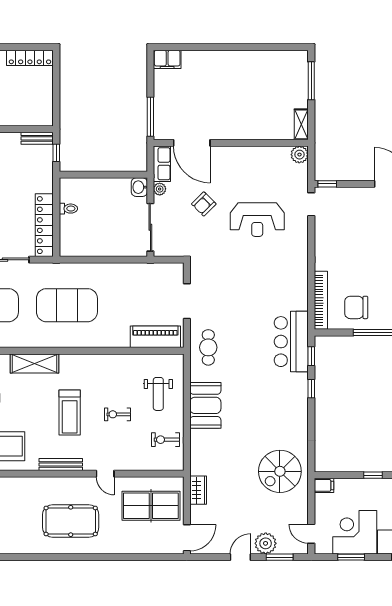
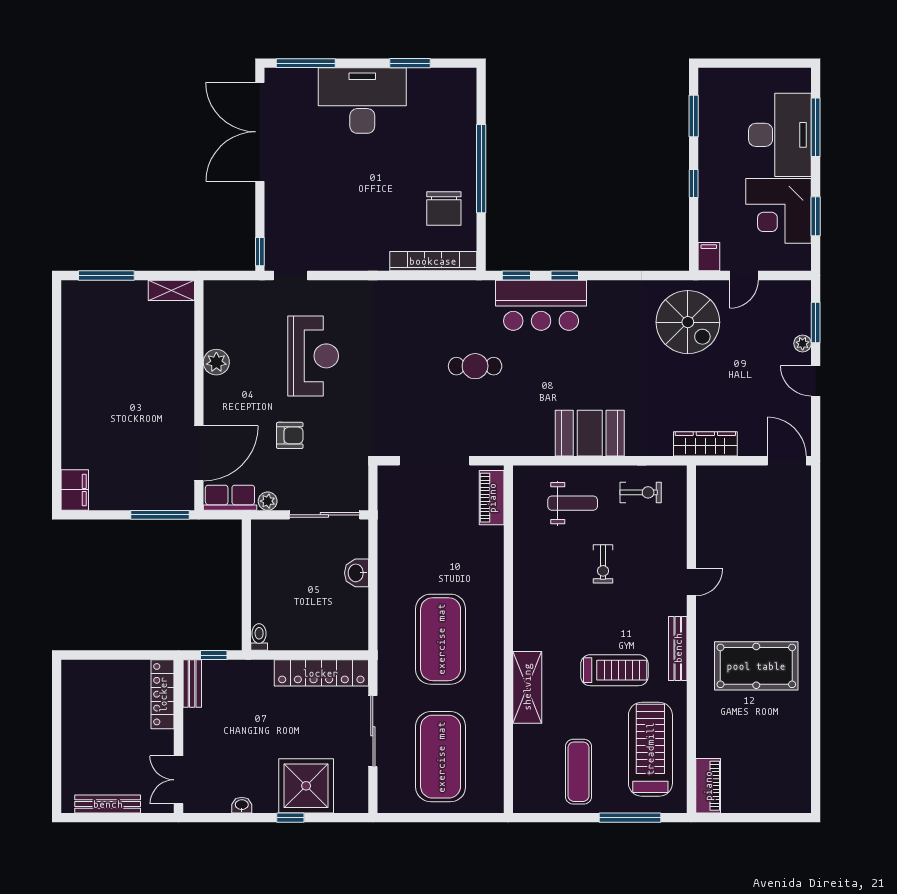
locker: (30, 58) -> (163, 694), moved, turned 180
plant: (299, 155) -> (216, 362), moved
washbasin: (139, 187) -> (356, 573), moved, turned 90
armchair: (204, 204) -> (290, 435), turned -45
toilet: (68, 209) -> (259, 637), moved
doorway: (187, 301) -> (434, 461), width x1.36
piano: (155, 337) -> (492, 498), width x0.73, depth x0.75
bar counter: (291, 342) -> (541, 305), moved
cafe table: (208, 347) -> (475, 366), moved
treadmill: (70, 412) -> (614, 670), moved
exercise bike: (166, 440) -> (641, 492), turned -90
wardrobe: (198, 490) -> (705, 444), width x1.50
table tennis table: (151, 506) -> (739, 514), removed
pool table: (71, 521) -> (756, 666), moved, turned 90
door: (311, 534) -> (744, 276), moved
plant: (266, 543) -> (803, 343), width x0.53, depth x0.53

